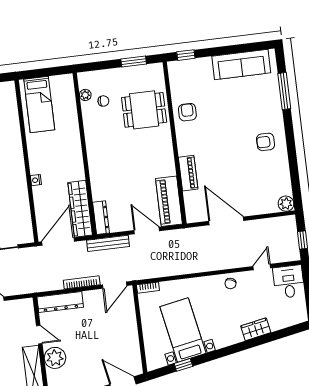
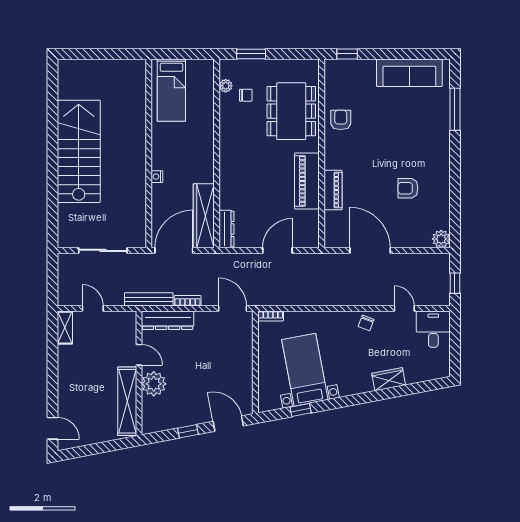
window: (134, 61) -> (251, 54), moved
dining table: (144, 110) -> (291, 111), width x1.38
armchair: (266, 142) -> (408, 188), moved
piano: (169, 201) -> (307, 181), moved
door: (147, 231) -> (277, 250), hinge flipped
bench: (108, 243) -> (149, 299), moved
door: (262, 267) -> (404, 309), hinge flipped
bookcase: (82, 282) -> (188, 301), width x0.64
door: (115, 285) -> (233, 309), swing flipped

